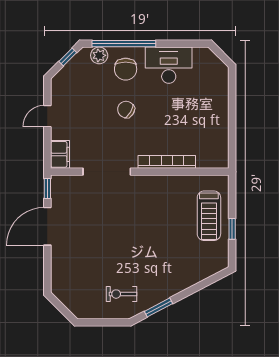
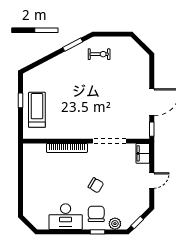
window: (124, 44) -> (97, 232), width x0.32

